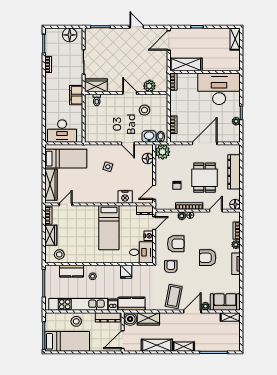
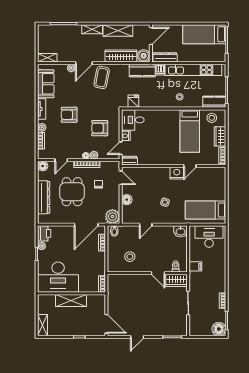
door: (137, 27) -> (137, 337), hinge flipped
floor lamp: (70, 35) -> (219, 329), moved
door: (169, 40) -> (106, 324), hinge flipped
shelving: (186, 64) -> (71, 301), moved
plant: (149, 86) -> (125, 280), removed
door: (130, 93) -> (158, 273), moved
filing cabinet: (76, 95) -> (195, 266), width x0.50
printer: (234, 134) -> (44, 233), added
washbasin: (149, 136) -> (181, 231), moved
door: (128, 143) -> (146, 225), swing flipped
door: (205, 143) -> (86, 225), moved
floor lamp: (148, 159) -> (127, 200), moved
wardrobe: (51, 185) -> (220, 185), removed
door: (154, 192) -> (121, 178), hinge flipped
nightstand: (125, 197) -> (177, 173), moved
door: (66, 204) -> (190, 166), moved
bed: (109, 228) -> (190, 131), moved, turned 180
armchair: (208, 258) -> (69, 115), turned 180
armchair: (171, 267) -> (104, 106), removed
kitchen counter: (72, 271) -> (214, 102), moved
fridge: (126, 272) -> (133, 101), moved
sofa: (225, 302) -> (46, 84), moved, turned -90
wardrobe: (148, 319) -> (121, 56), width x1.50
stool: (76, 321) -> (195, 54), removed

